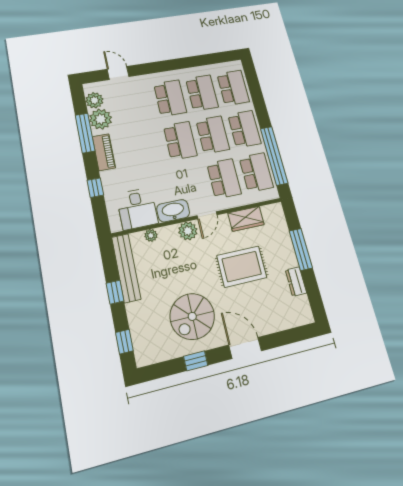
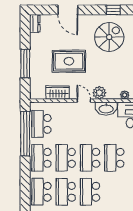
school desk: (224, 179) -> (114, 158), moved
door: (207, 215) -> (84, 101), hinge flipped
dresser: (296, 281) -> (35, 24), moved
door: (245, 348) -> (68, 10), moved

